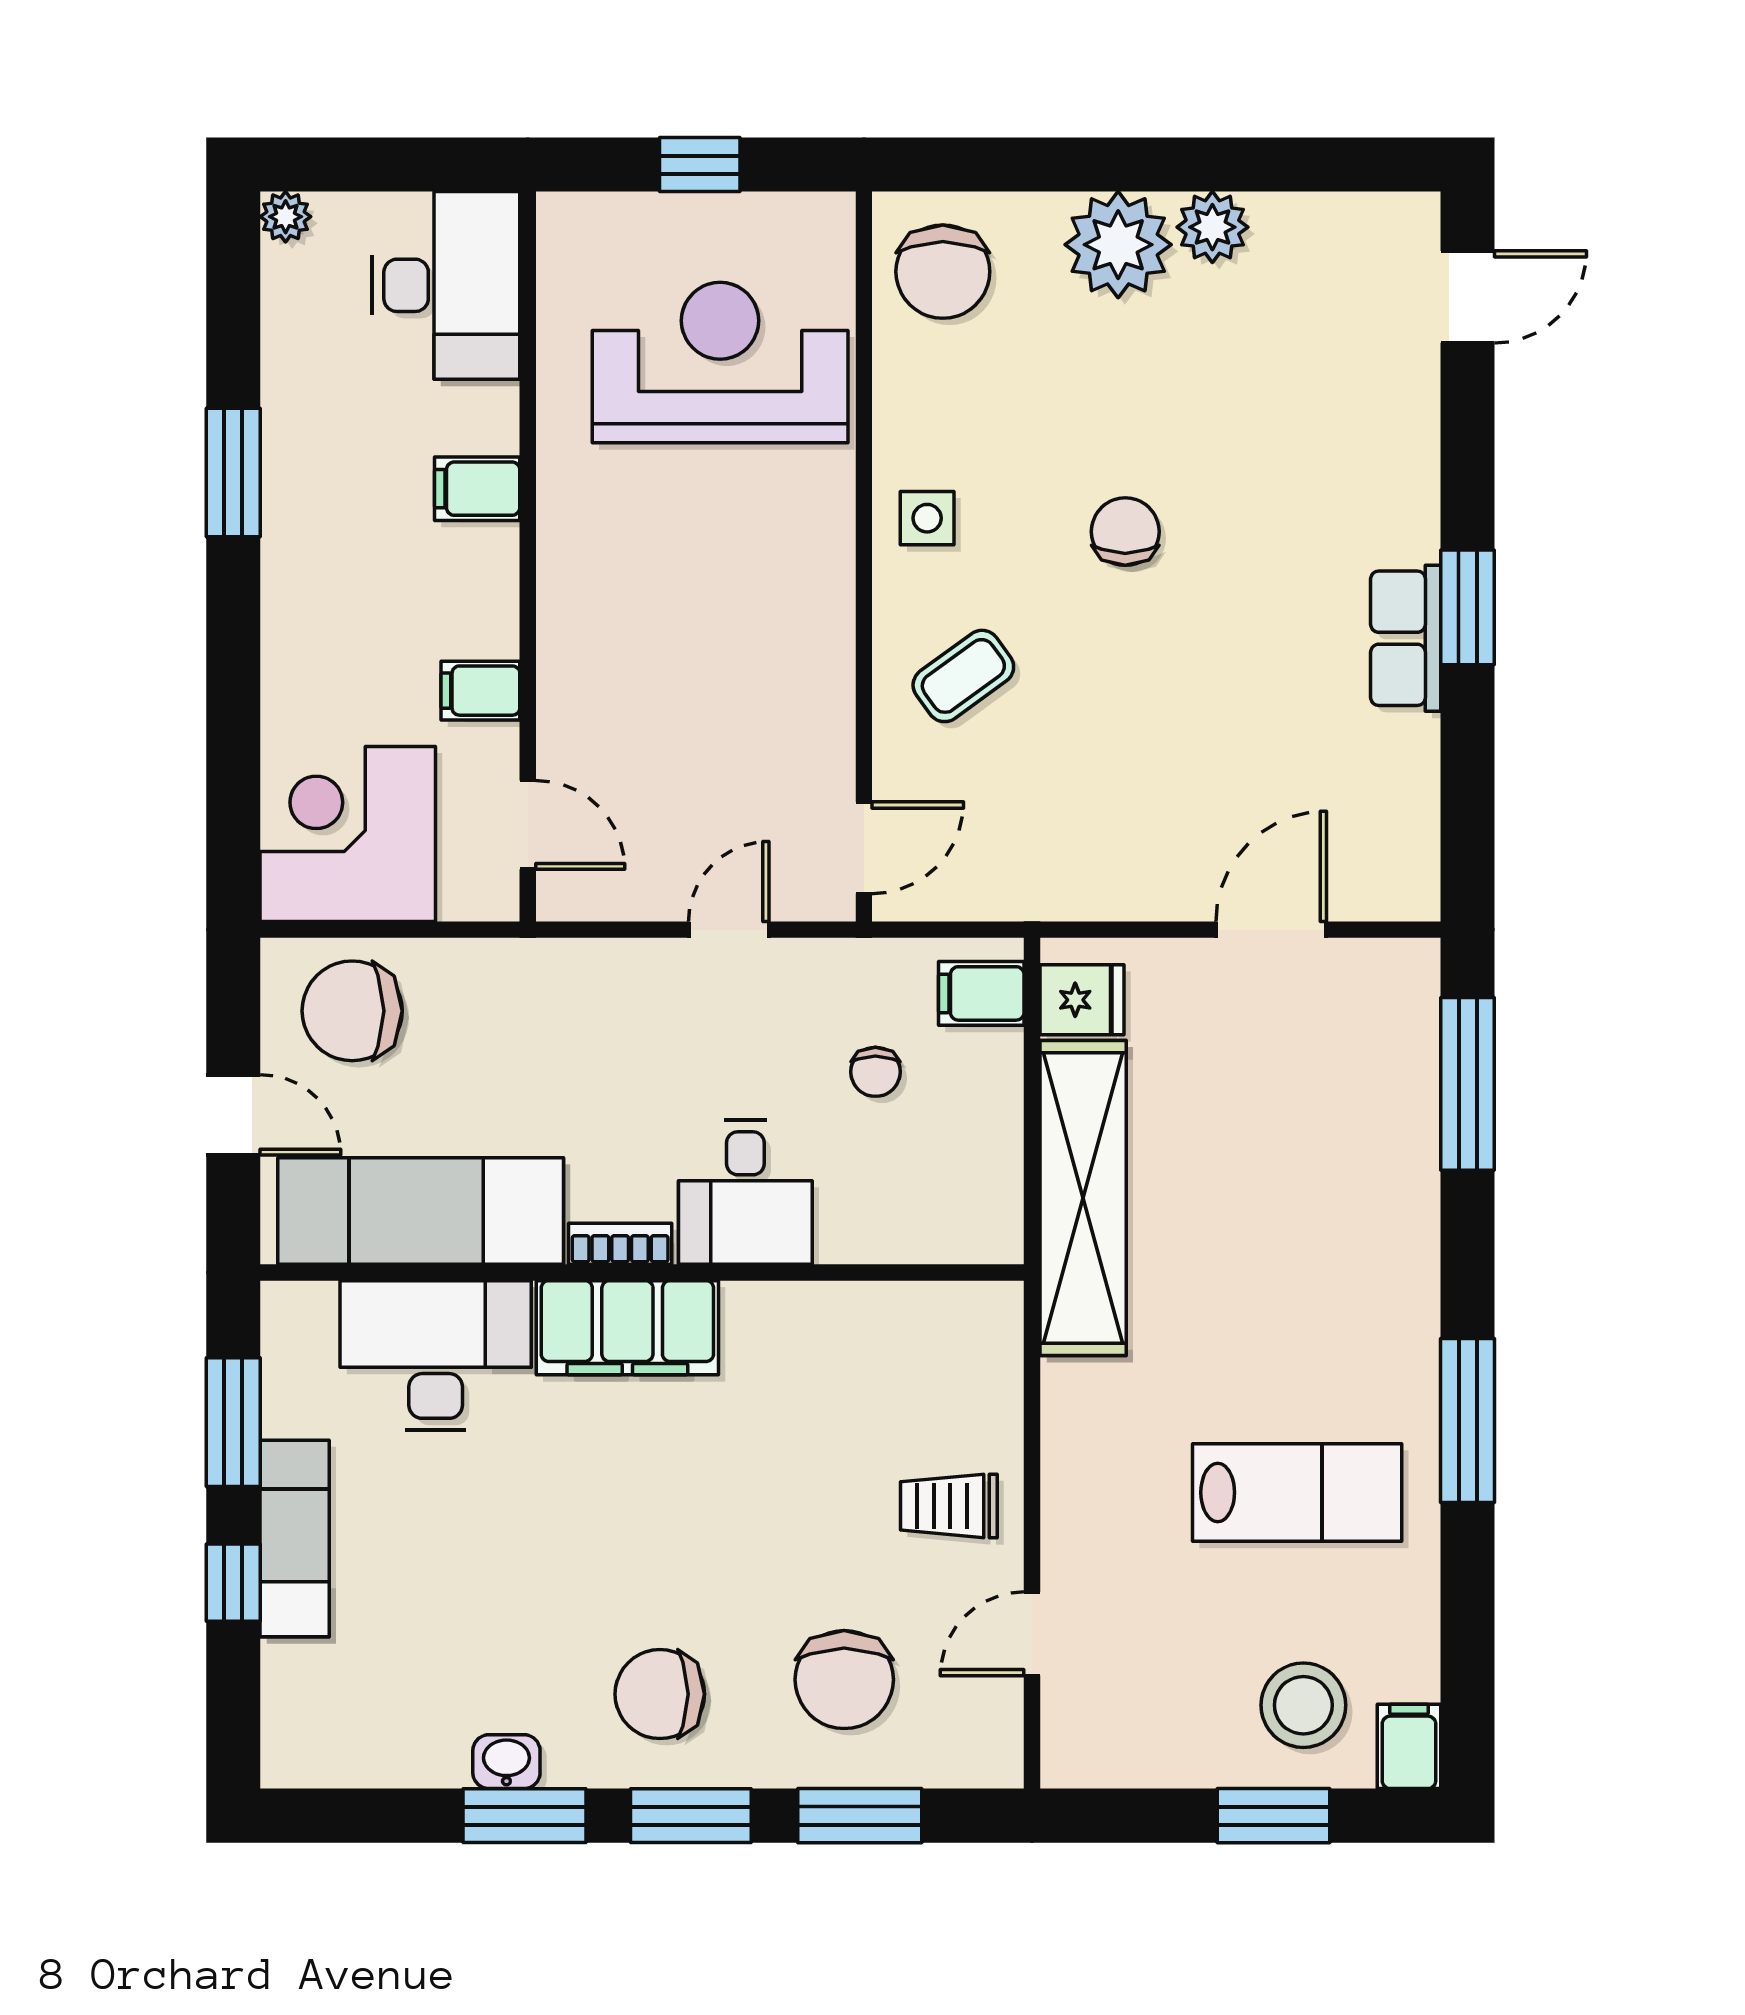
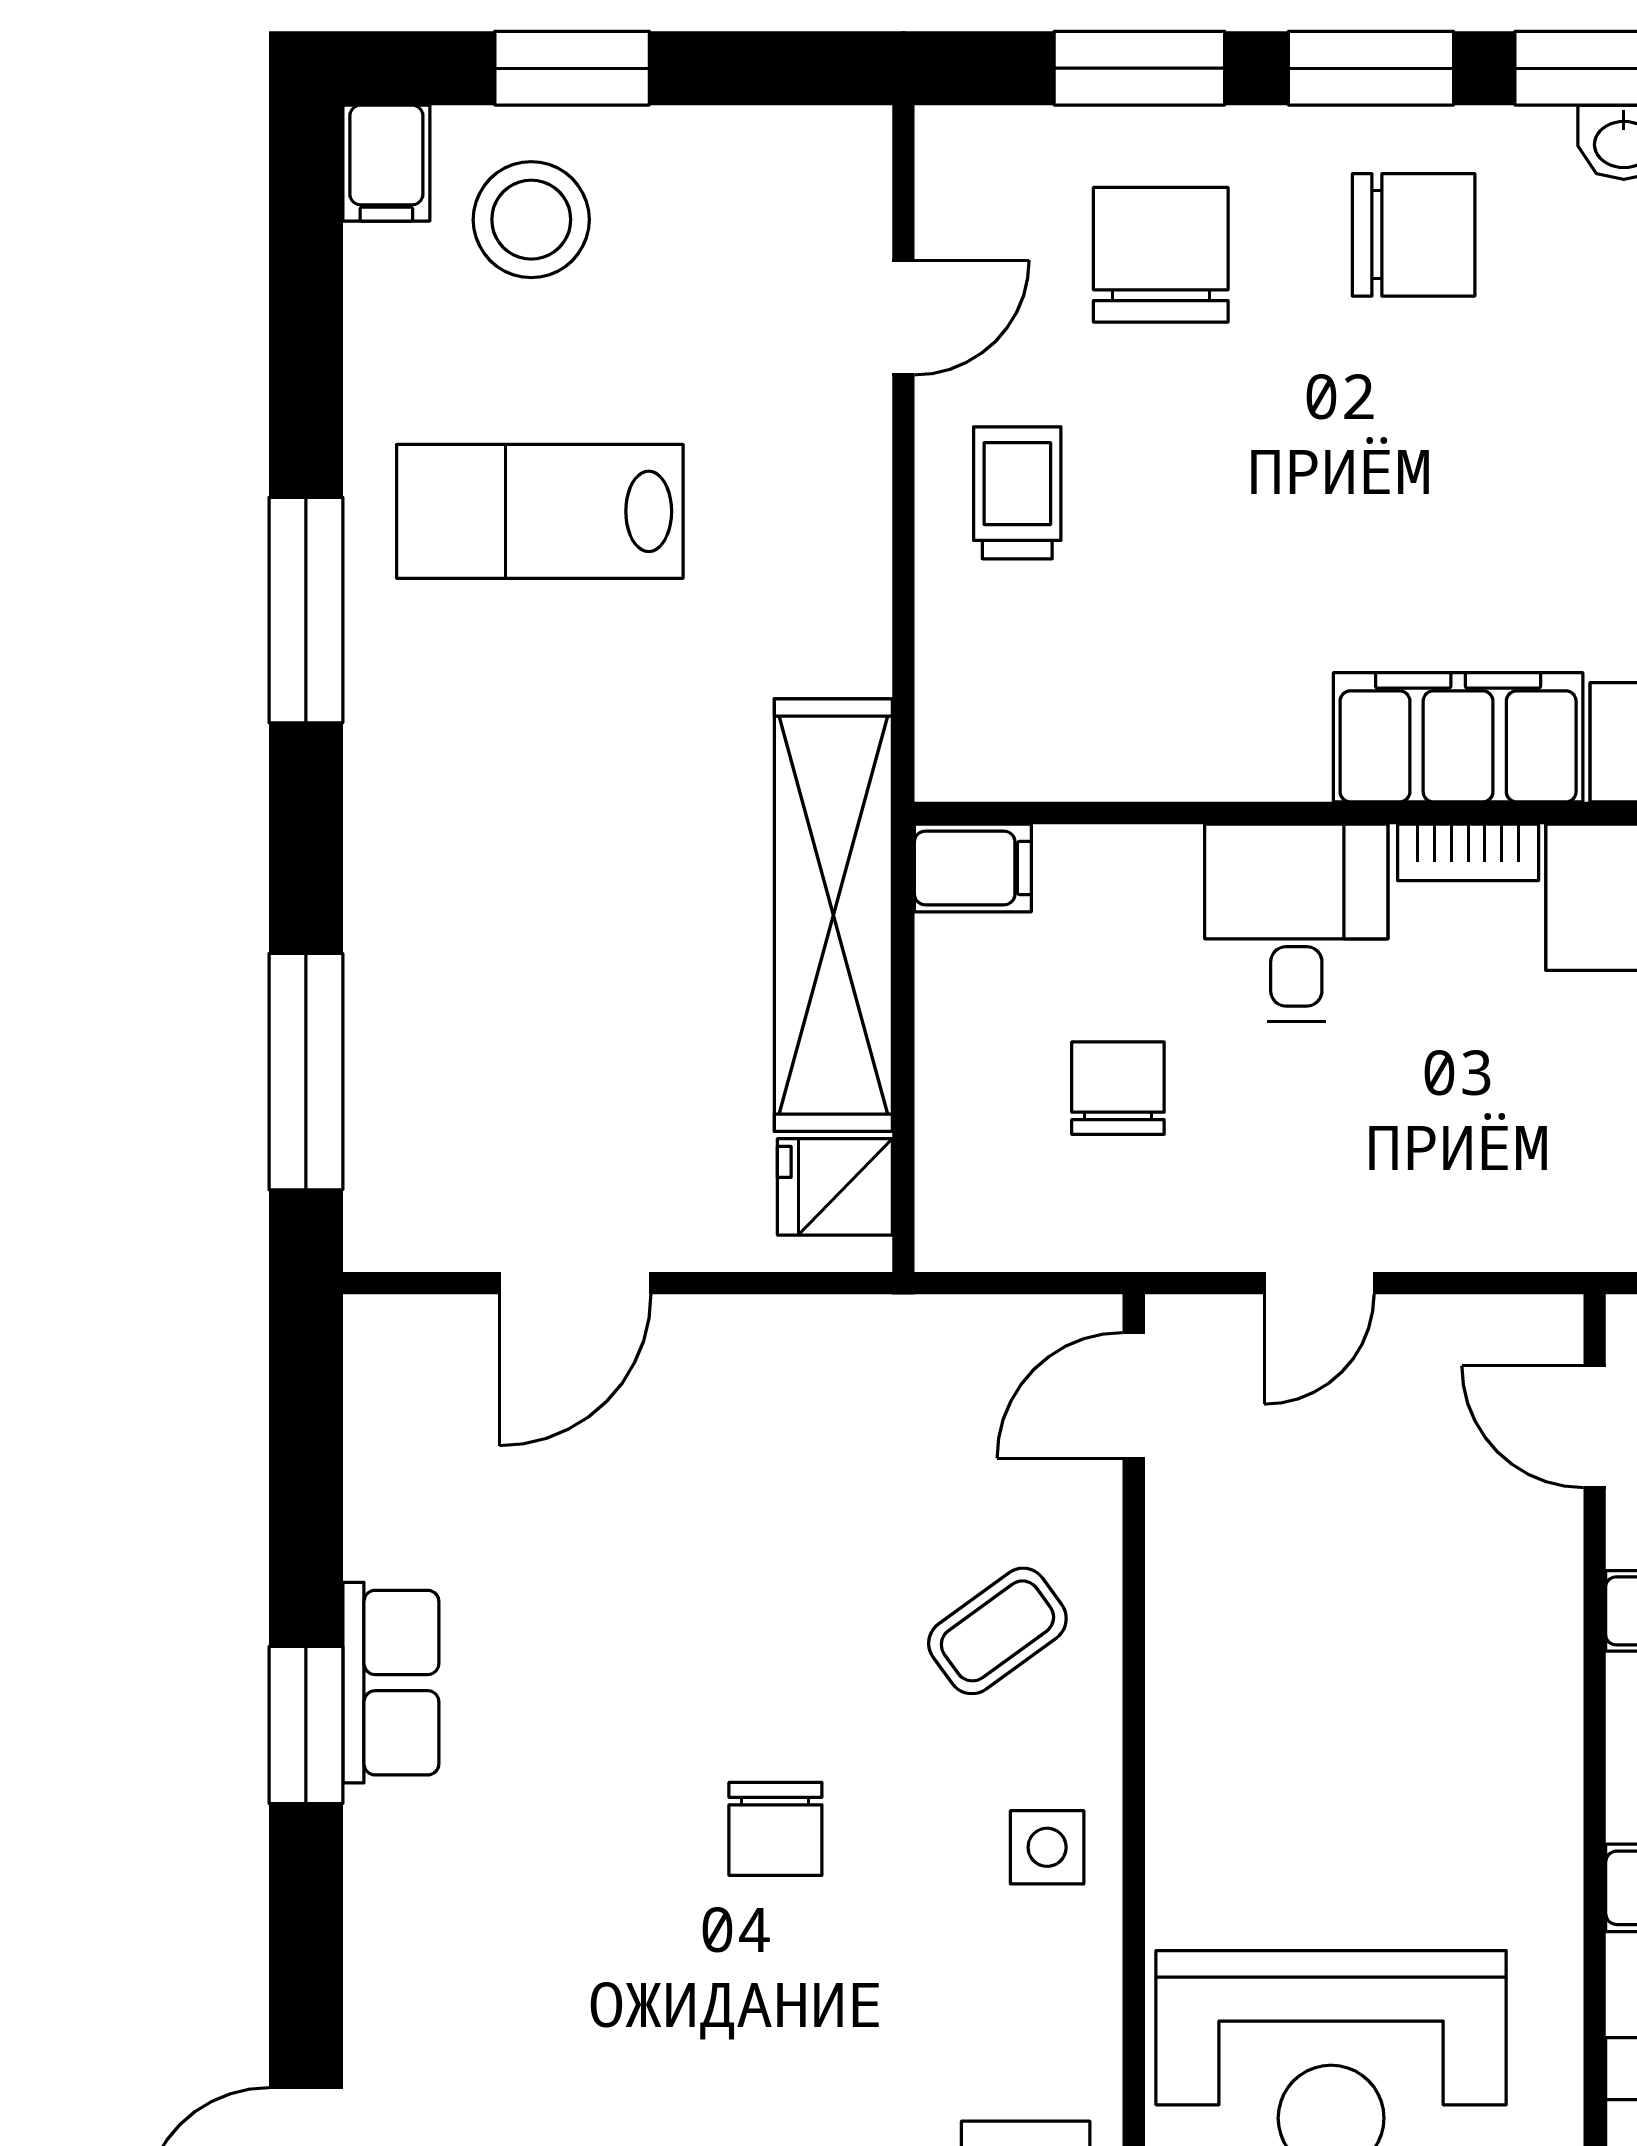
filing cabinet: (981, 993) -> (973, 868), moved
chair: (875, 1072) -> (1118, 1088), width x1.37, depth x1.37
trolley: (949, 1506) -> (1017, 493), turned -90

